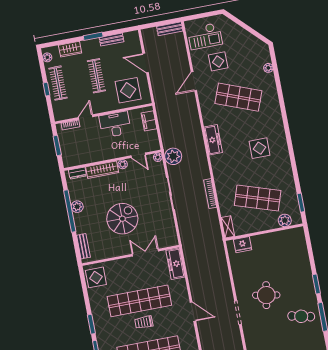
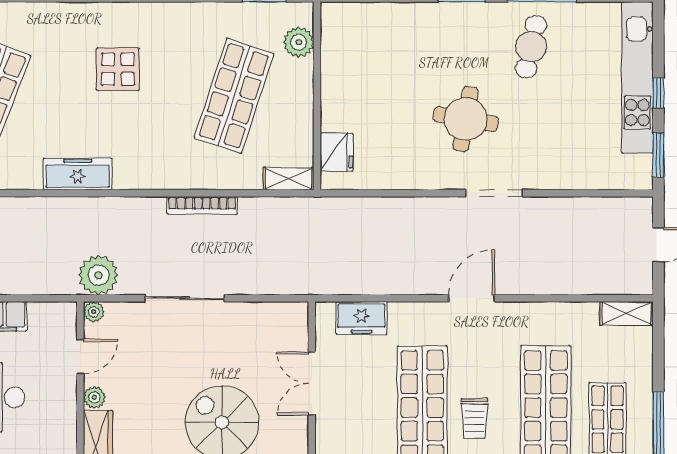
freezer: (175, 264) -> (362, 318), width x0.71

